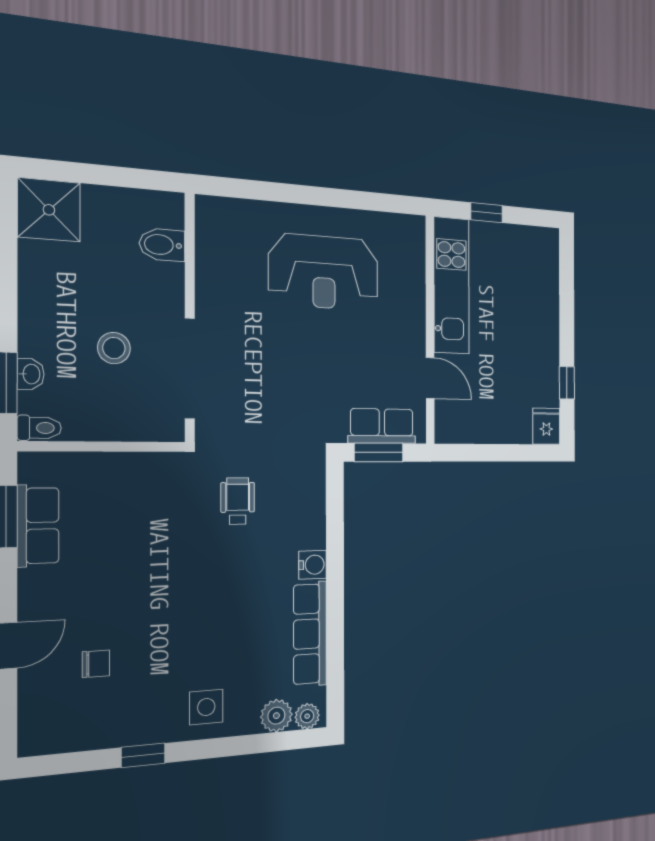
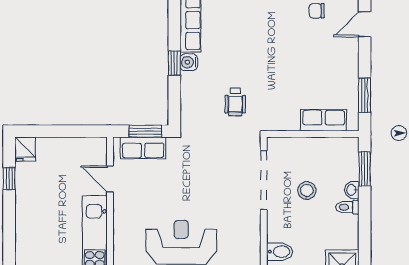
washbasin: (31, 374) -> (352, 190), moved
toilet: (39, 428) -> (347, 207), moved
row of seats: (38, 526) -> (324, 120), moved, turned 90
window: (335, 563) -> (174, 63), added

